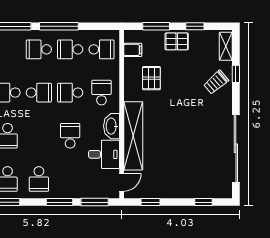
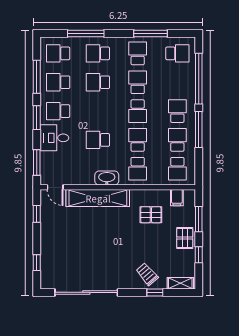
school desk: (101, 93) -> (138, 169), turned 90
school desk: (70, 136) -> (98, 140), turned 180
desk: (104, 154) -> (54, 138), moved, turned 90
window: (60, 202) -> (37, 118), moved

